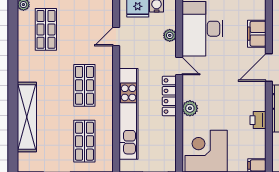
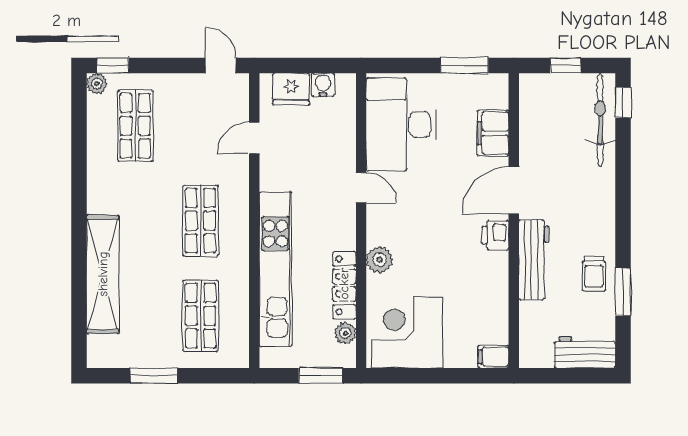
plant: (170, 35) -> (345, 333), moved
locker: (169, 96) -> (344, 285), moved
printer: (258, 120) -> (495, 235), moved

